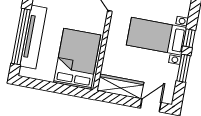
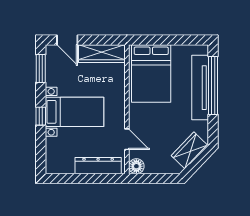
window: (184, 68) -> (41, 68), moved
door: (151, 105) -> (67, 40), hinge flipped

